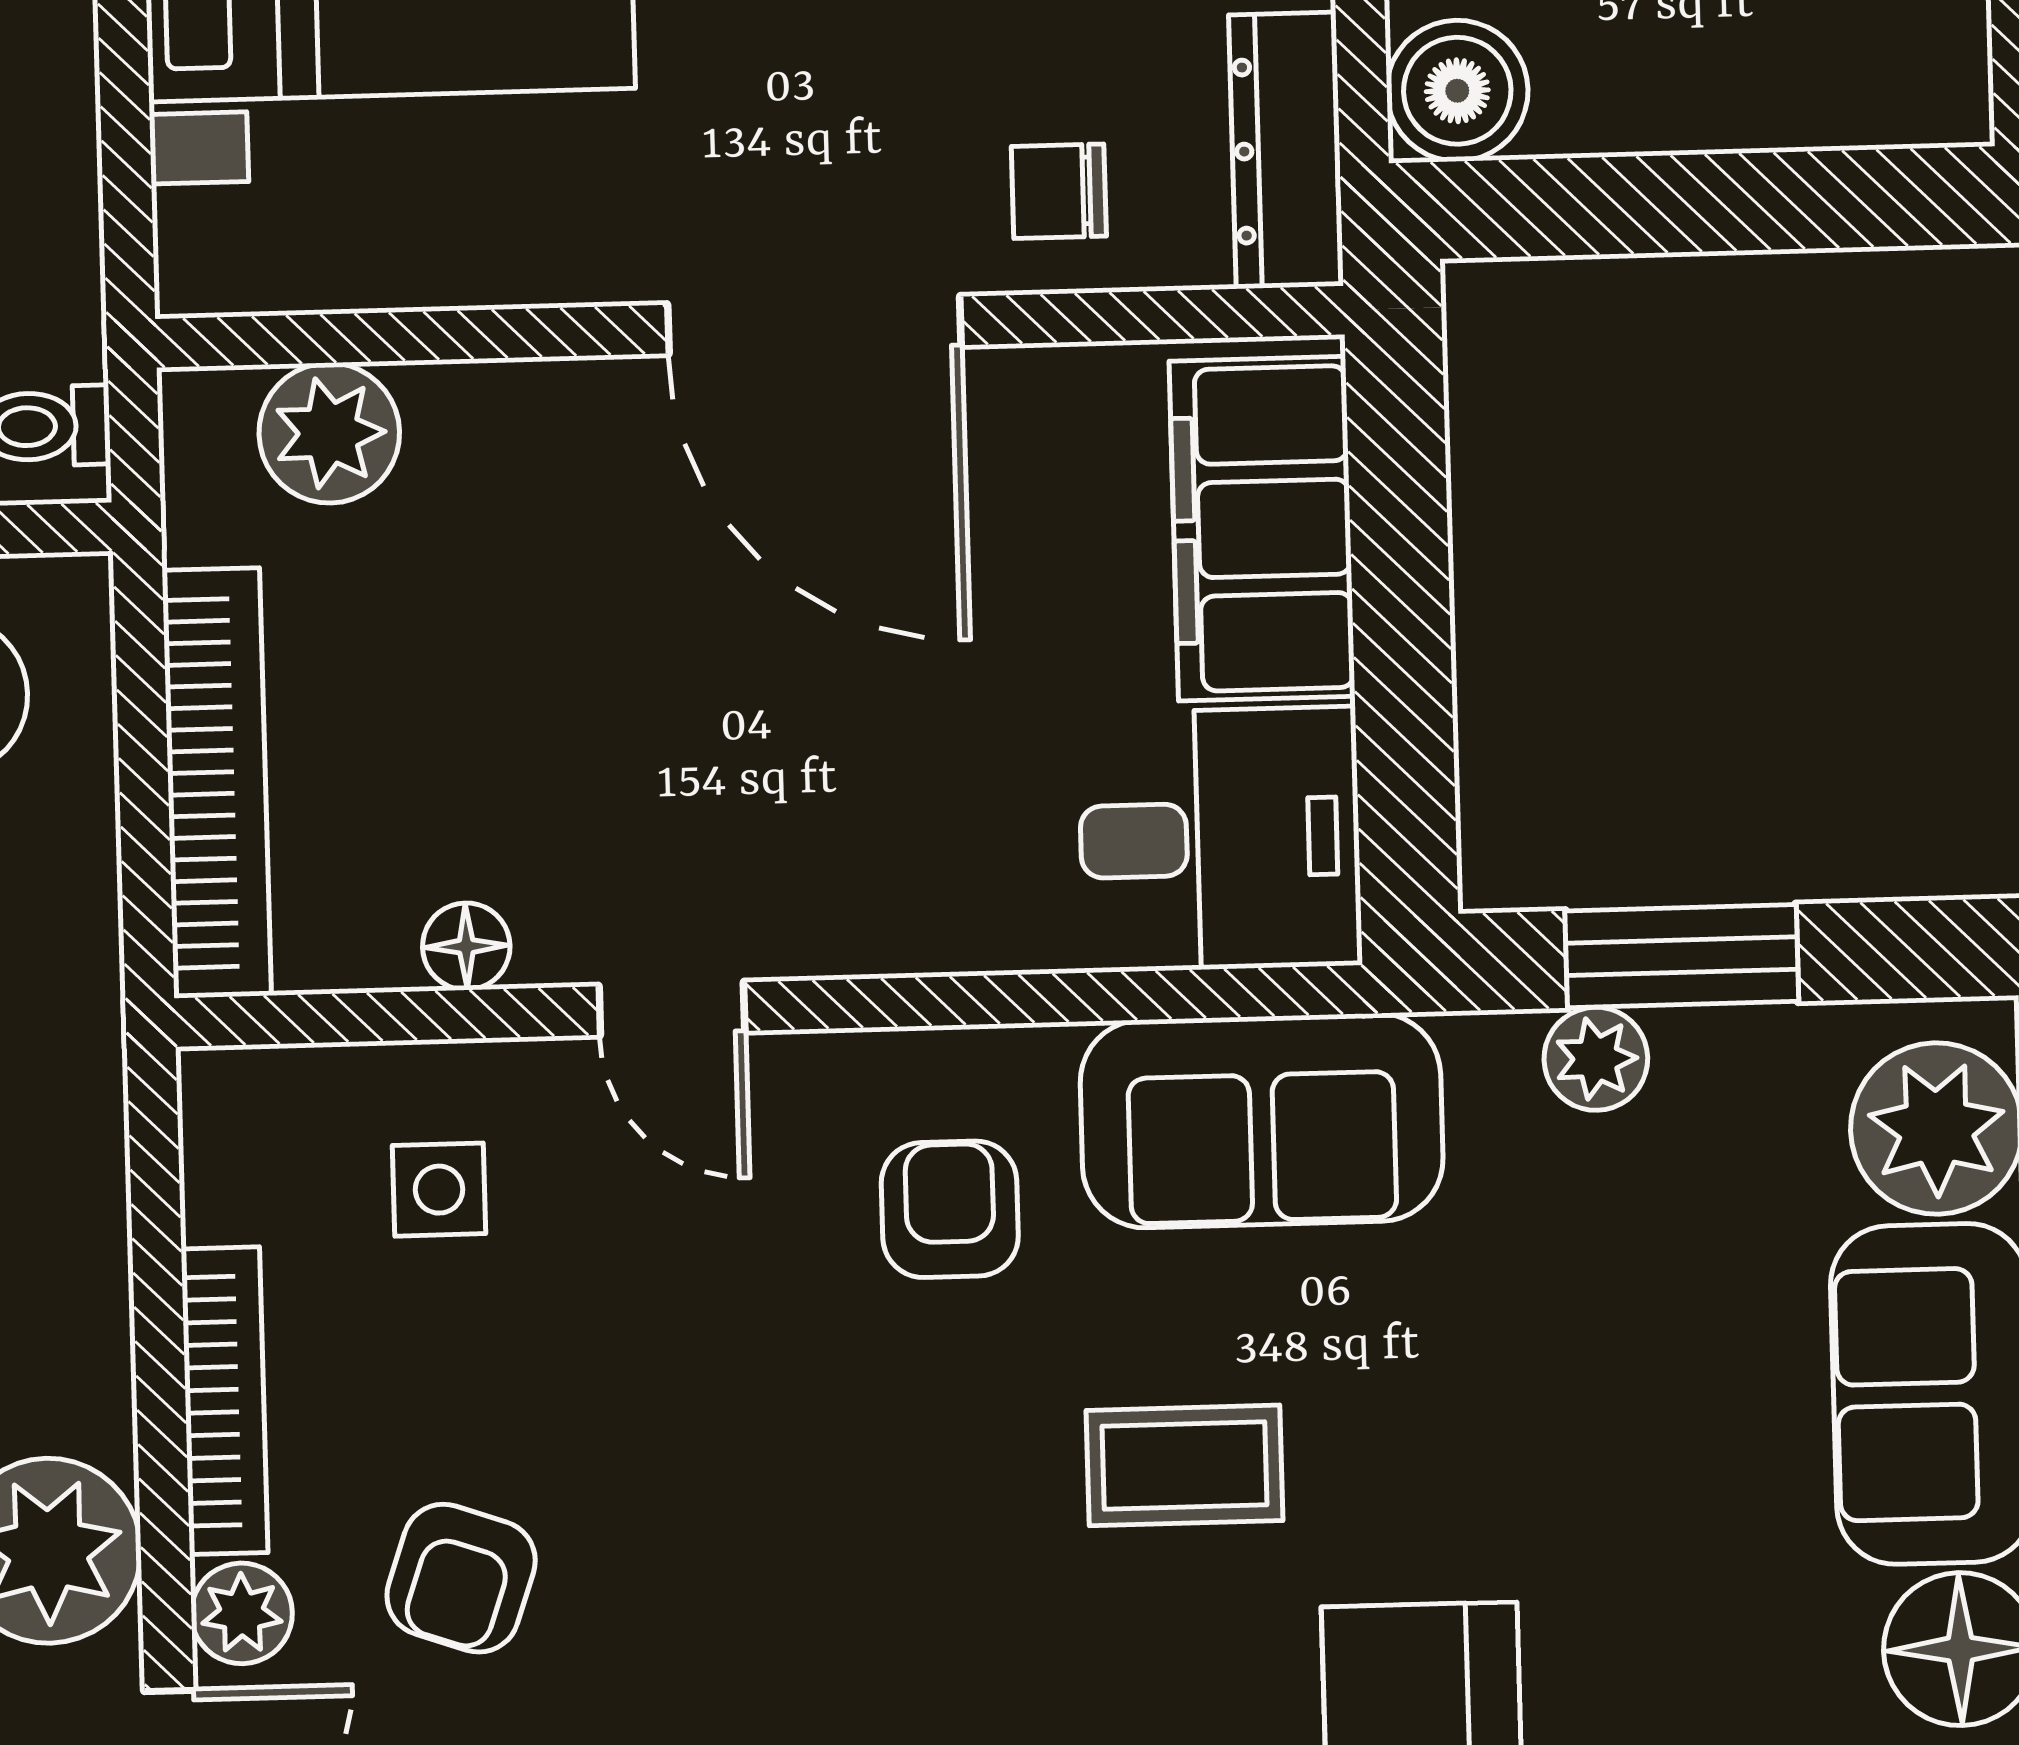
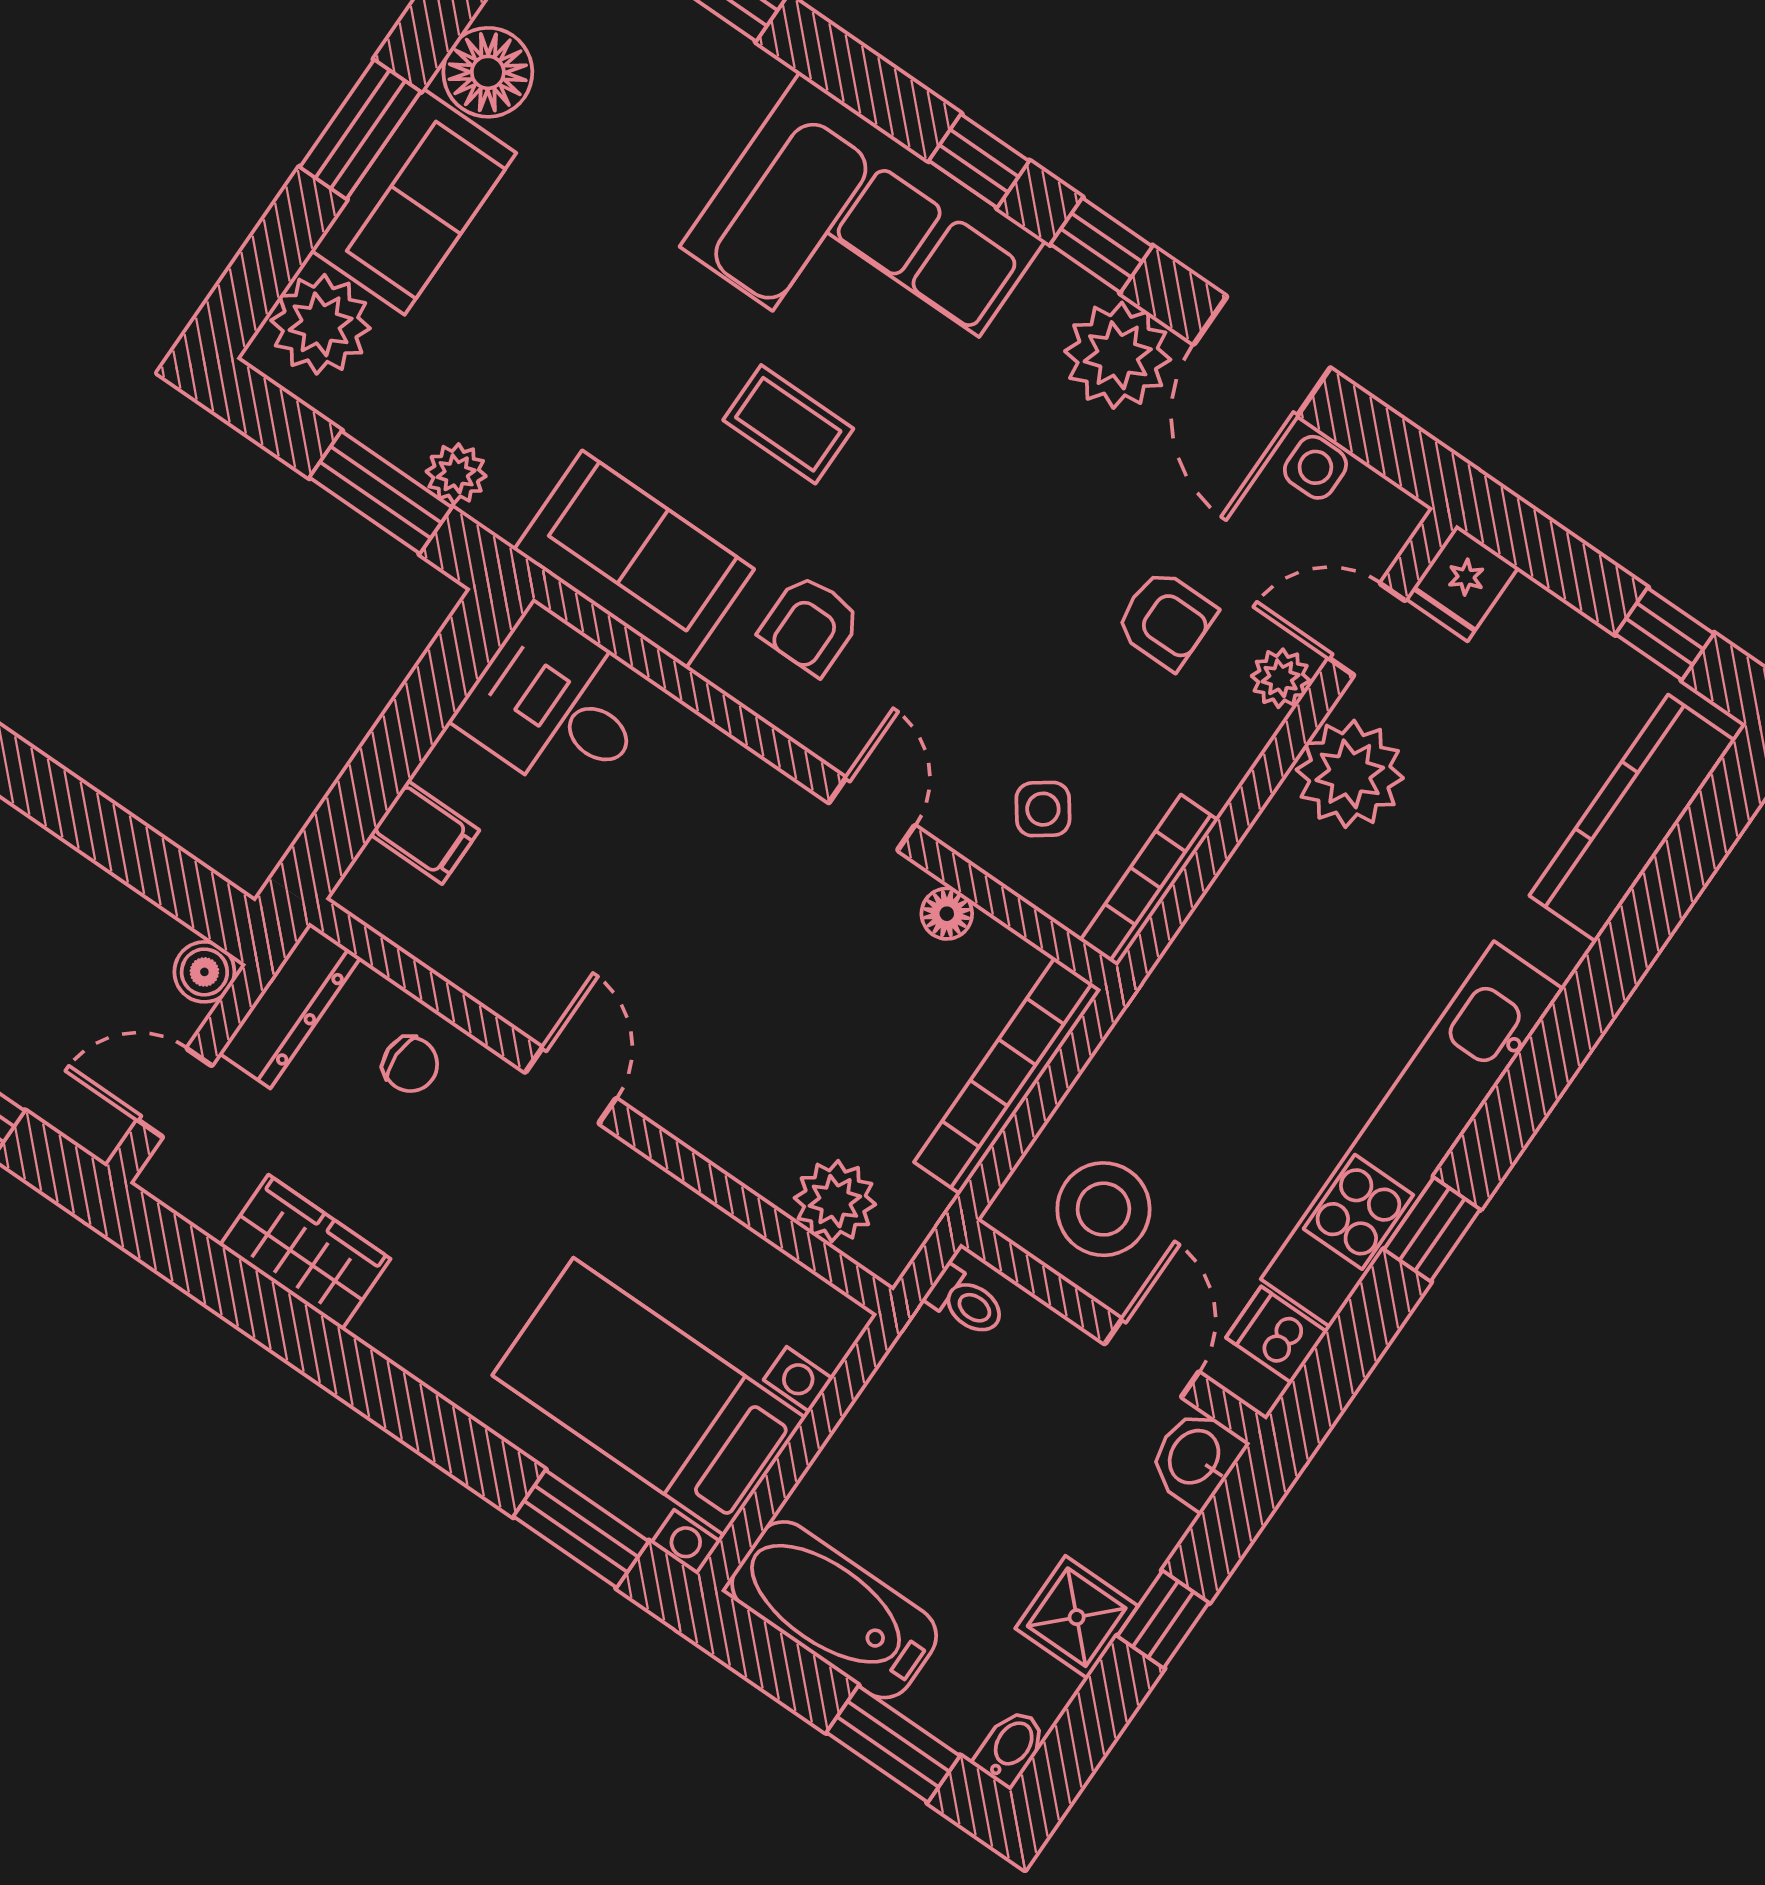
boiler: (1457, 91) -> (204, 972), width x0.73, depth x0.73
door: (814, 325) -> (571, 1085), width x0.53
filing cabinet: (1262, 529) -> (425, 832), width x0.33, depth x0.86
side table: (439, 1190) -> (1043, 809), turned -36
bookcase: (225, 1401) -> (1149, 880), moved
armchair: (461, 1578) -> (1166, 620), turned 71

